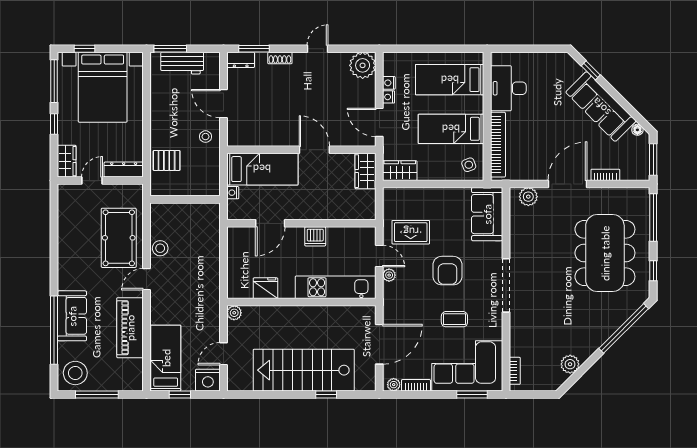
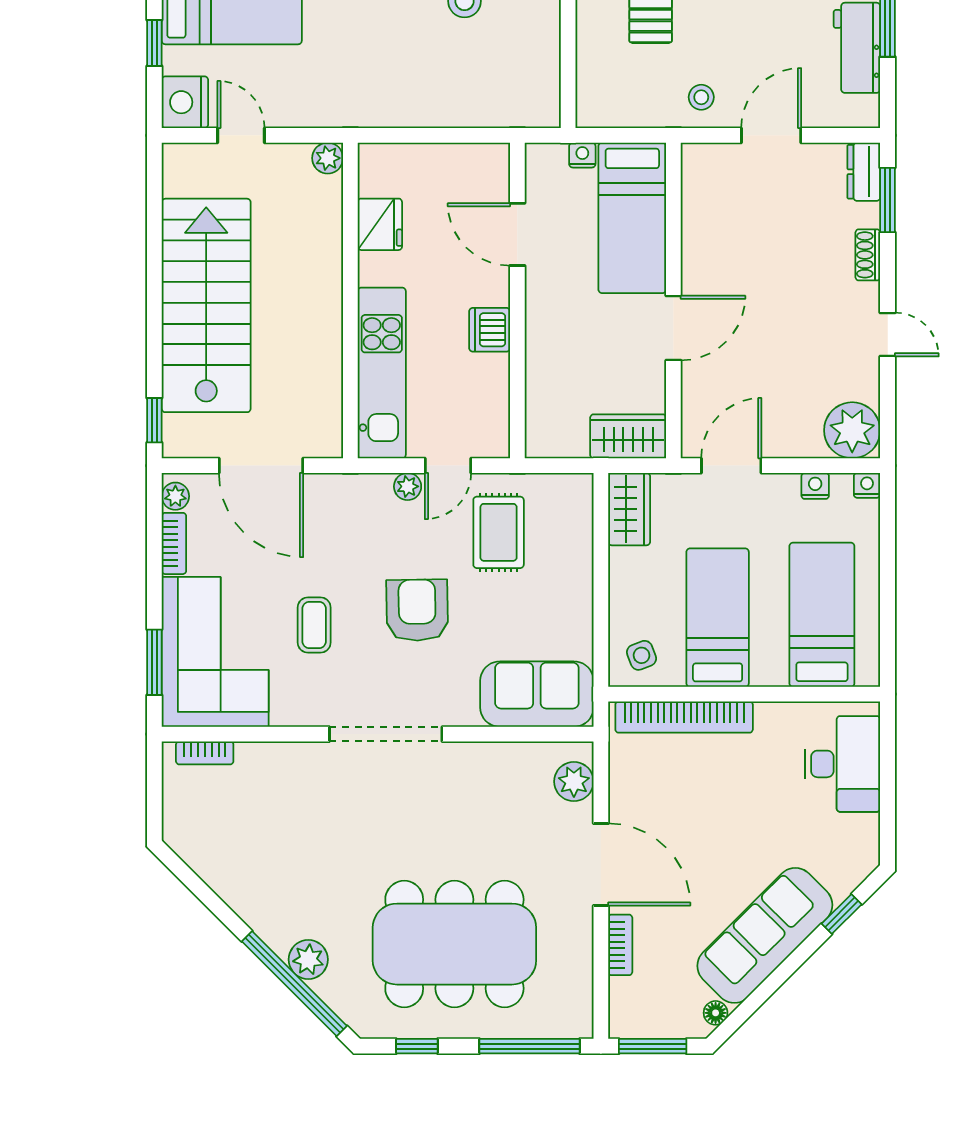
desk: (508, 88) -> (843, 764), moved, turned 90
nightstand: (389, 97) -> (867, 485), moved
armchair: (447, 271) -> (417, 610), turned 89
plant: (570, 364) -> (308, 959), moved
window: (326, 394) -> (154, 420), moved

